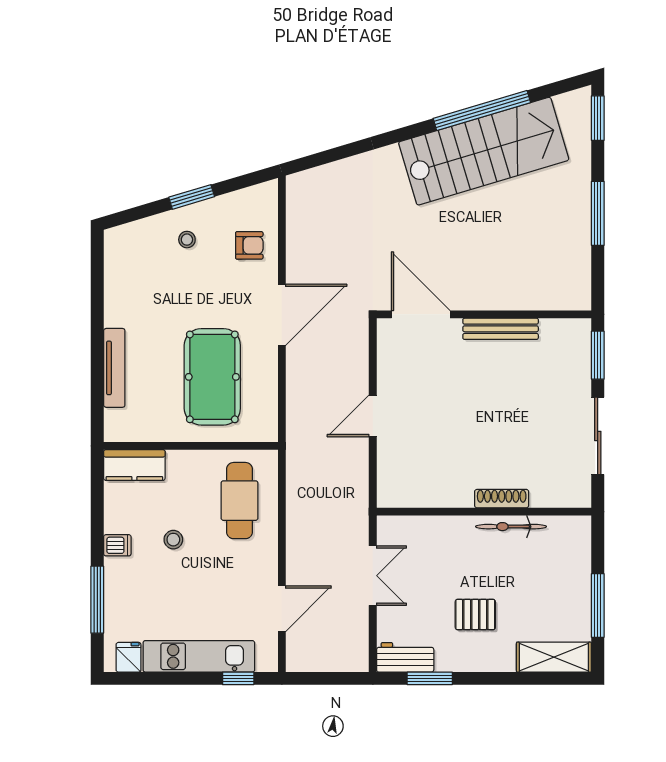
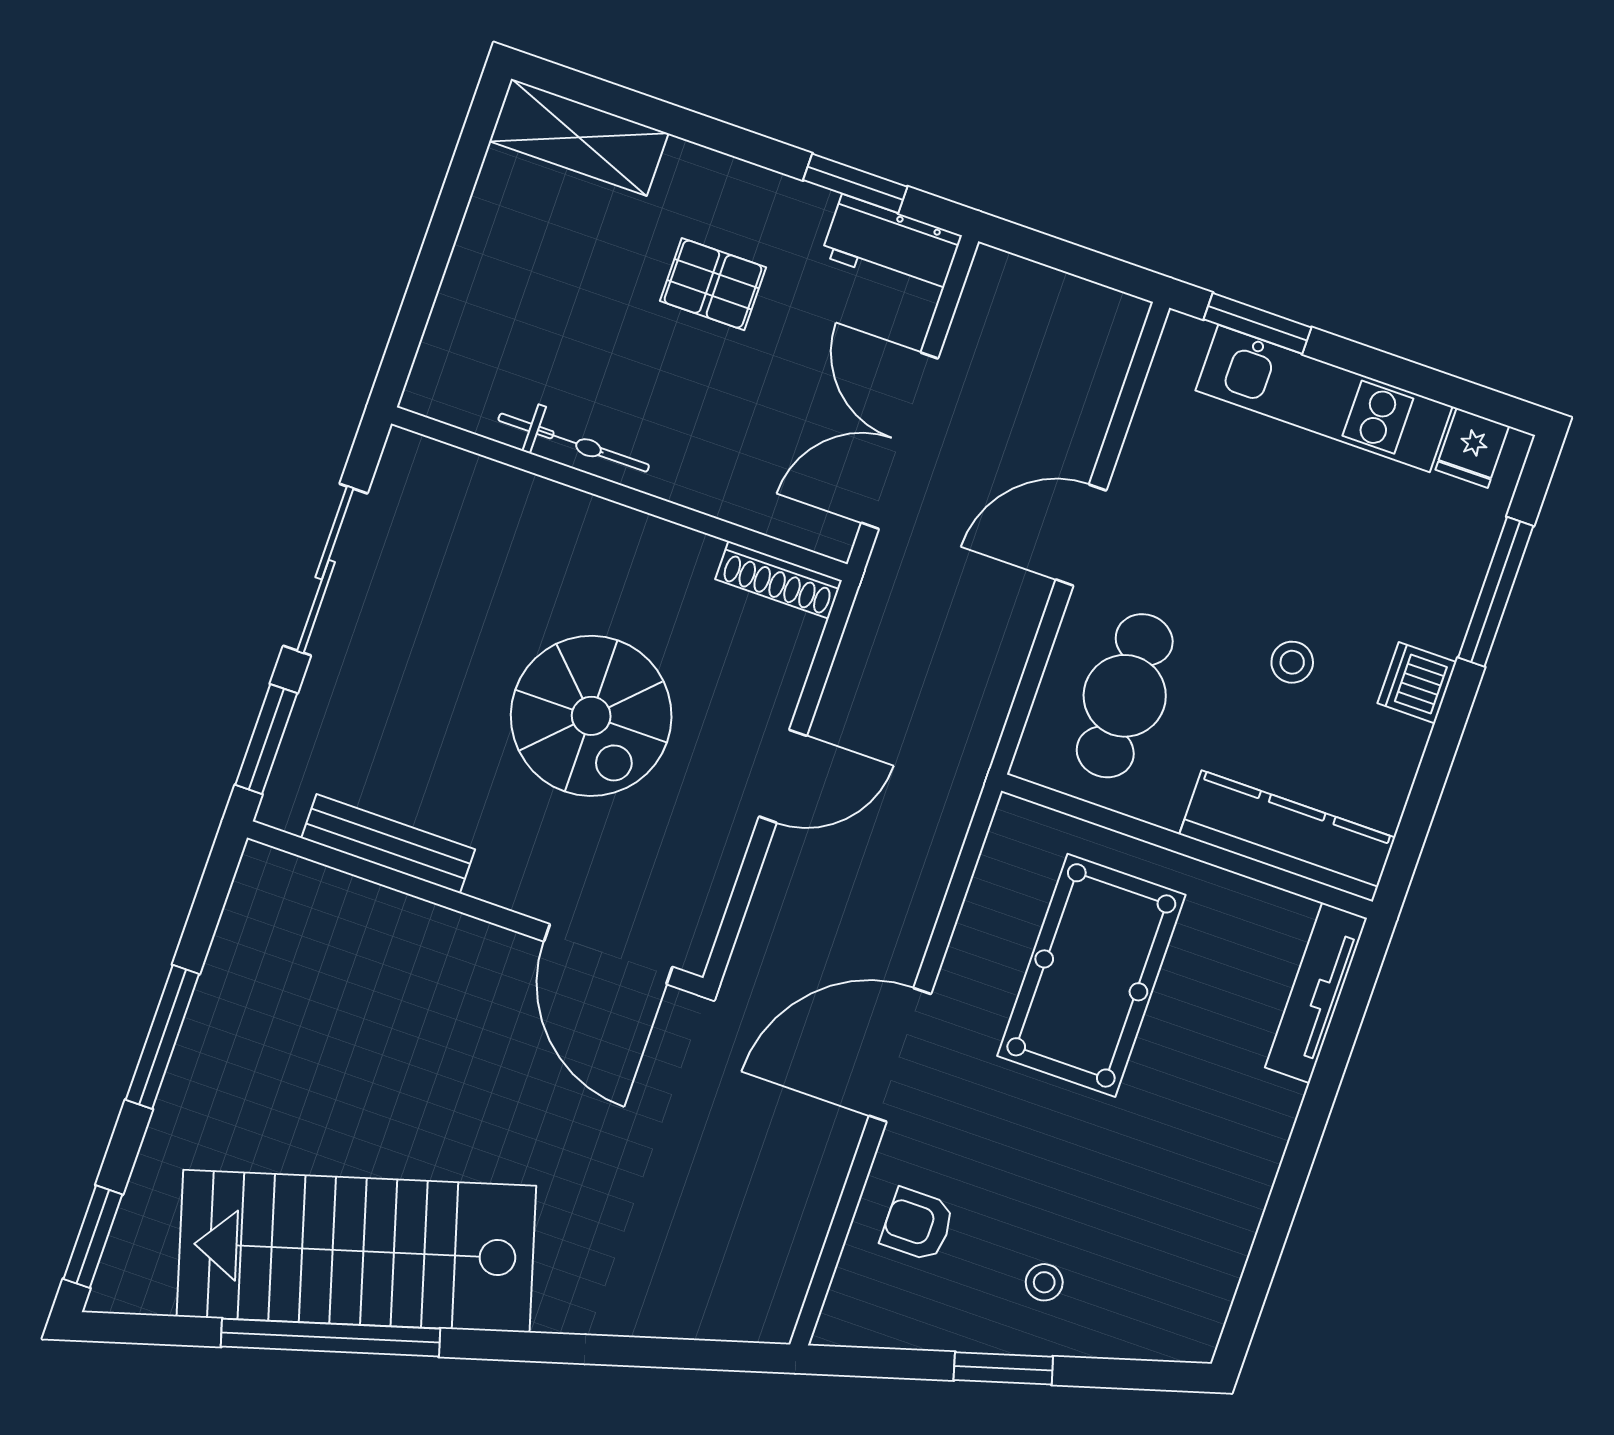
bench: (501, 329) -> (388, 844), moved
tv unit: (114, 368) -> (1316, 993), moved
spiral stairs: (463, 413) -> (591, 716), added
kitchen counter: (134, 465) -> (1287, 836), width x1.50
shoe rack: (502, 499) -> (779, 580), moved
dishwasher: (117, 545) -> (1417, 683), width x1.38
double door: (373, 576) -> (900, 441), width x1.37
window: (598, 605) -> (449, 214), removed
door: (282, 609) -> (1081, 535), moved
window: (238, 678) -> (1258, 323), width x1.50

